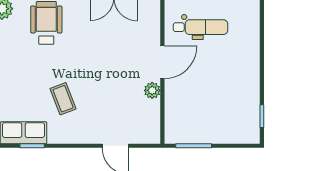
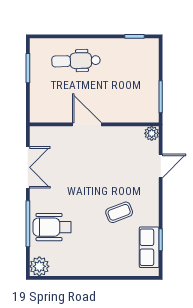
dental chair: (200, 27) -> (76, 61), moved, turned -92
plant: (152, 90) -> (152, 133), moved

